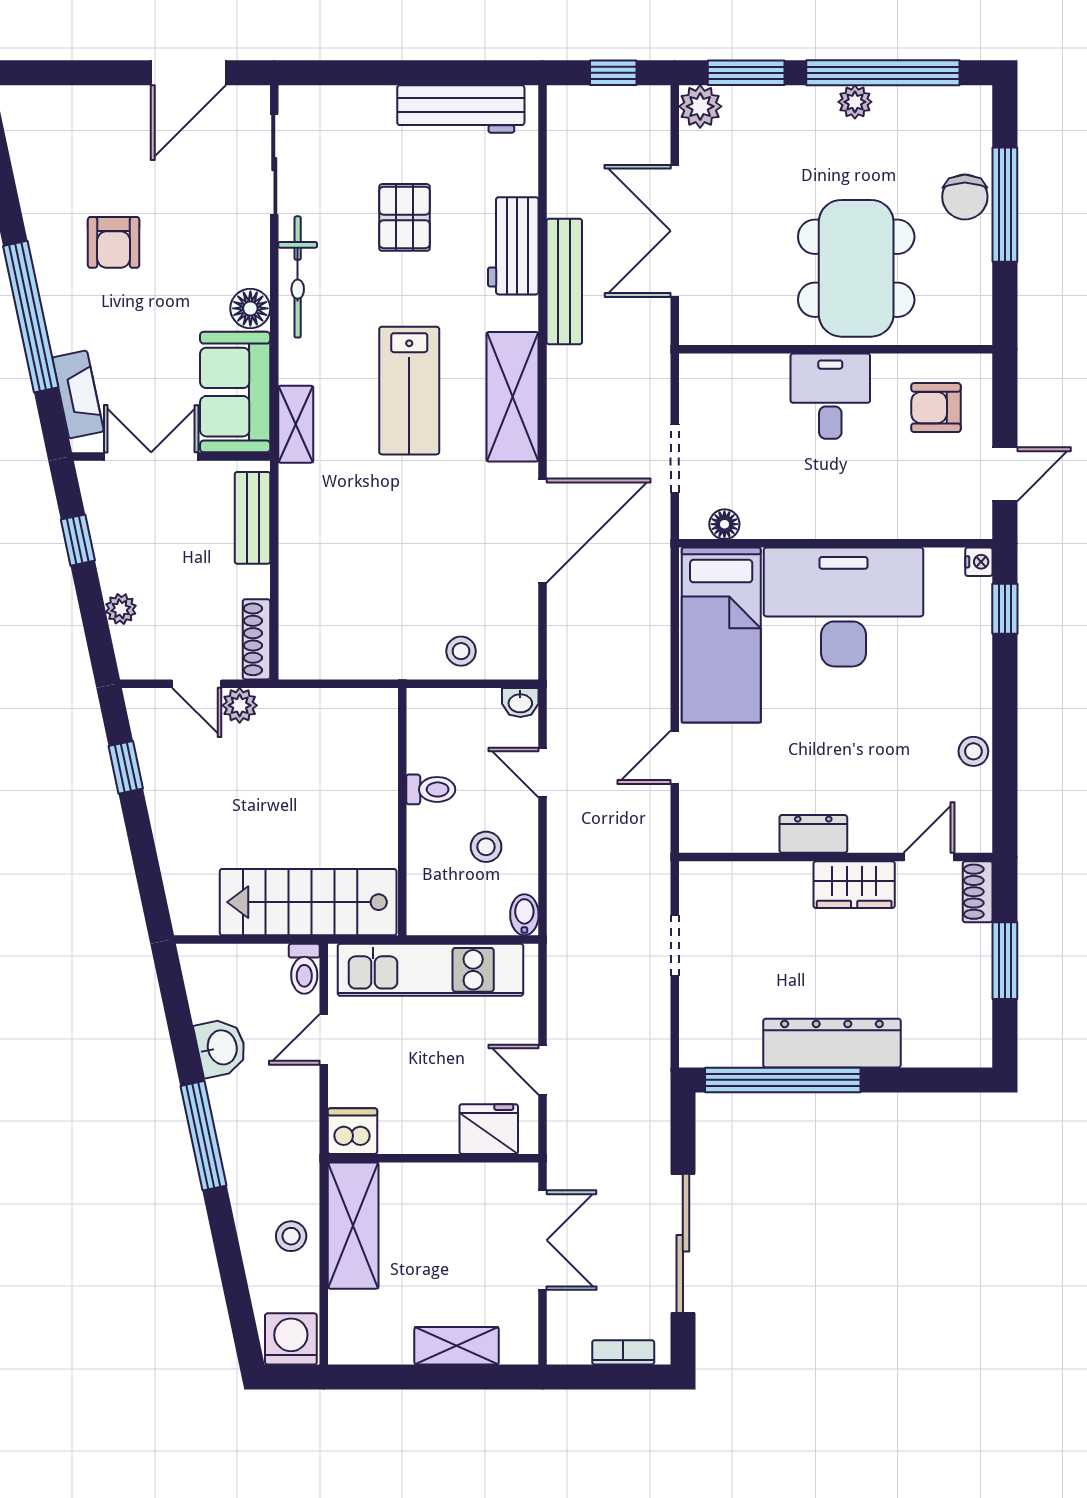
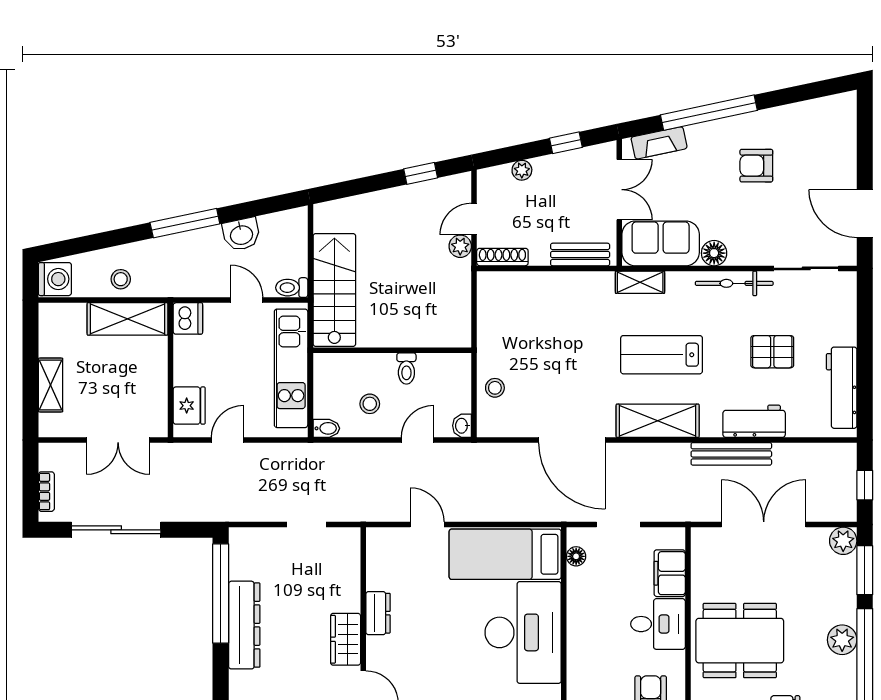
plant: (855, 102) -> (842, 640), width x1.38, depth x1.38
filing cabinet: (751, 378) -> (670, 573), added

